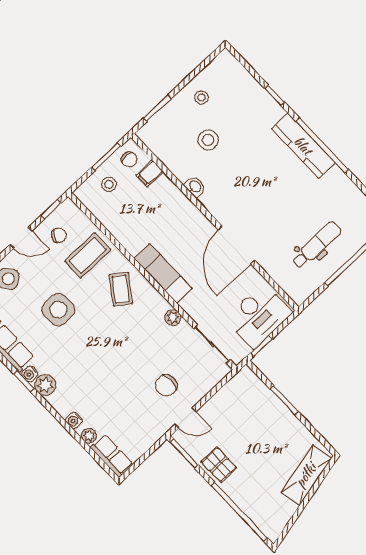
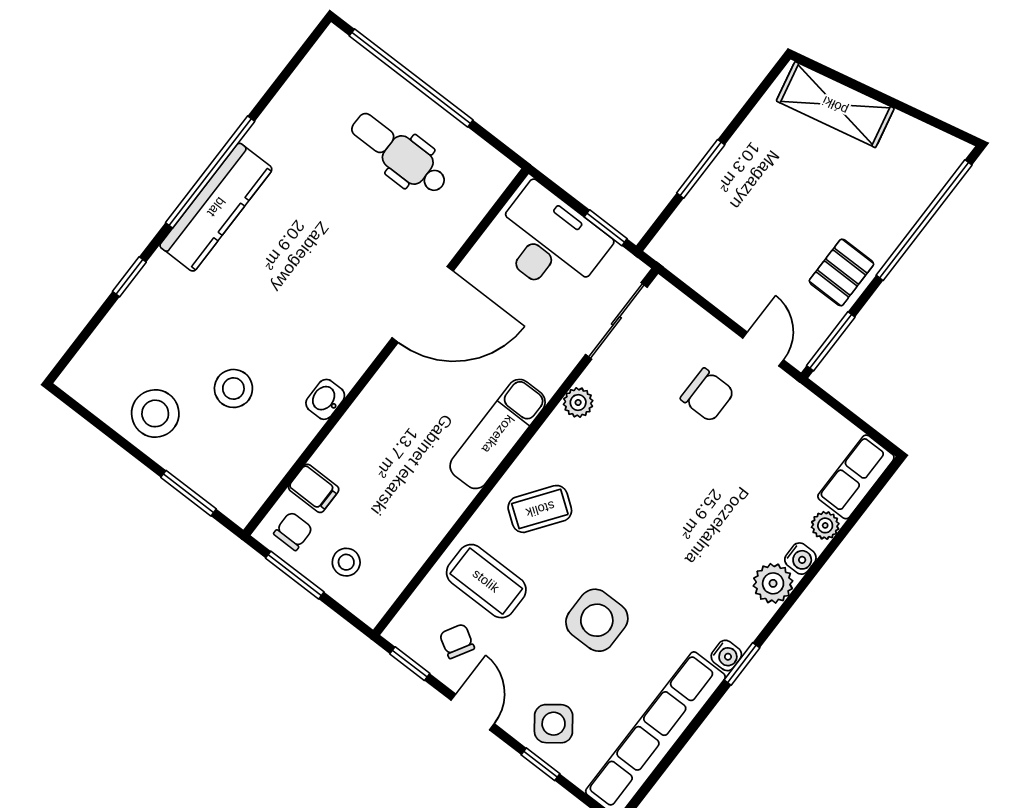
stool: (201, 97) -> (155, 413), width x1.89, depth x1.89
plant: (45, 385) -> (773, 583), moved

